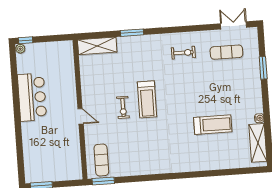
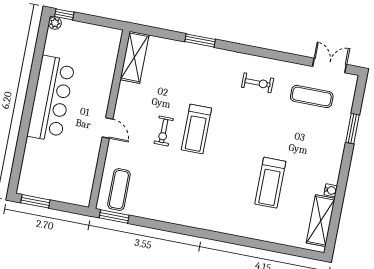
shelving: (97, 46) -> (134, 57), moved, turned 90
bar counter: (32, 97) -> (51, 99), width x1.36
treadmill: (213, 125) -> (270, 183), turned 90

